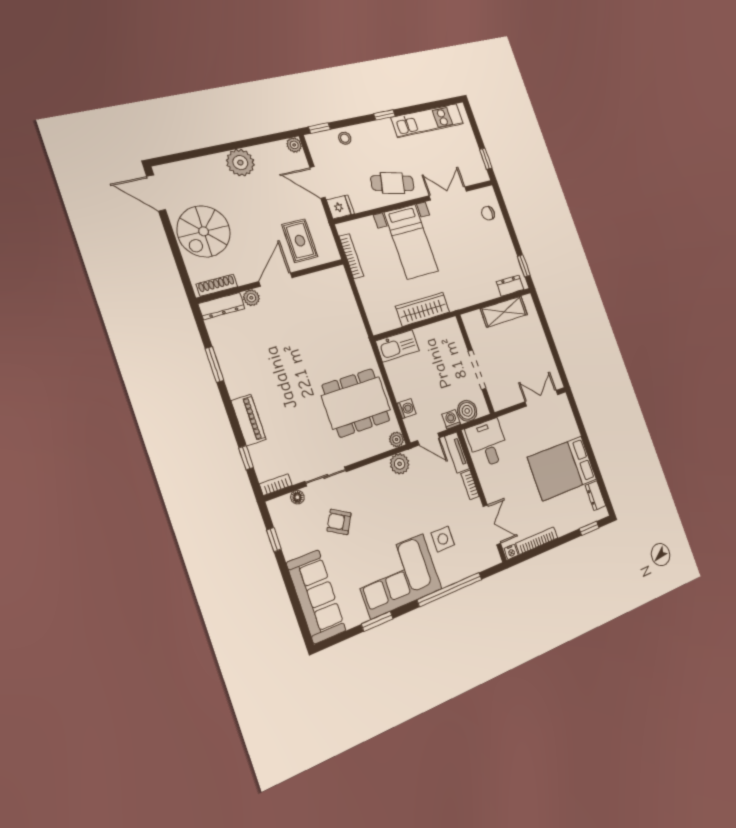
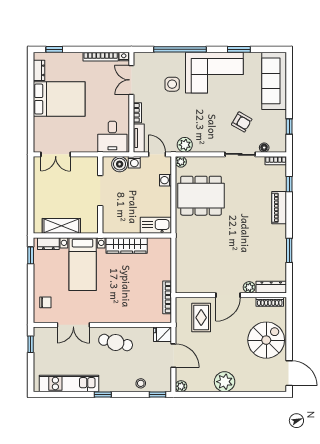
bed with nightstands: (411, 242) -> (83, 264), moved, turned 180

